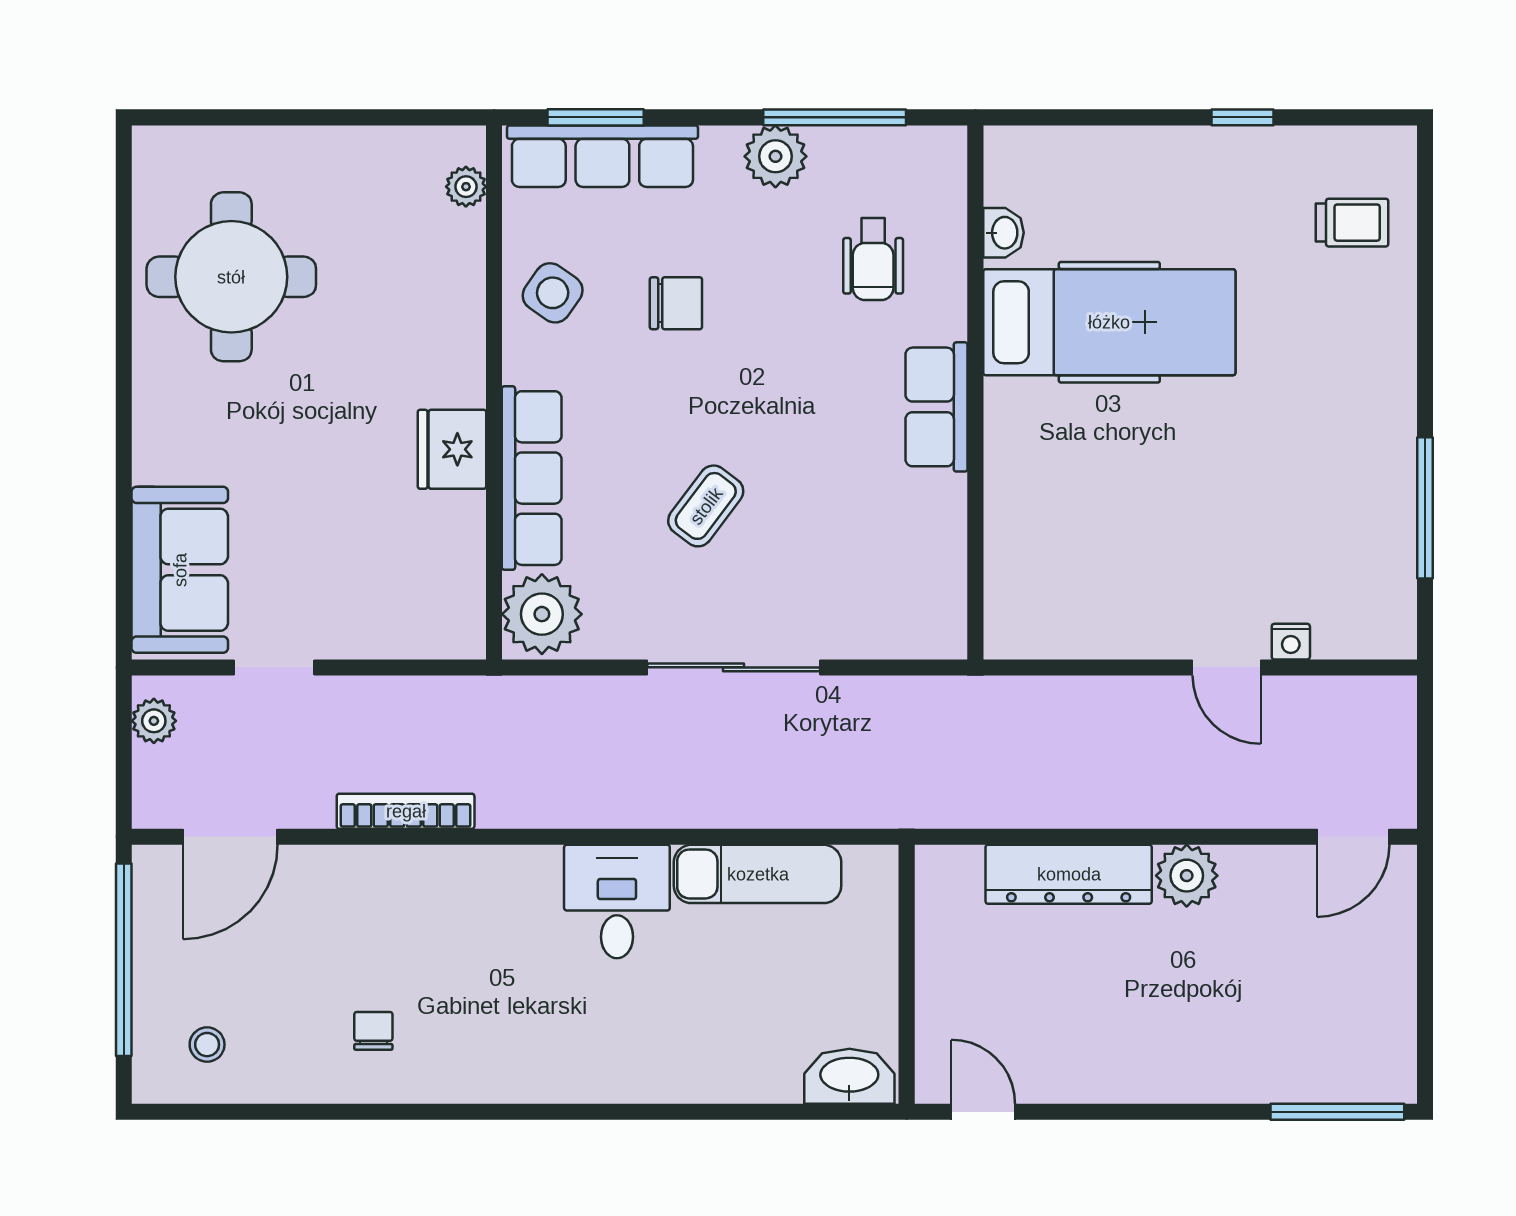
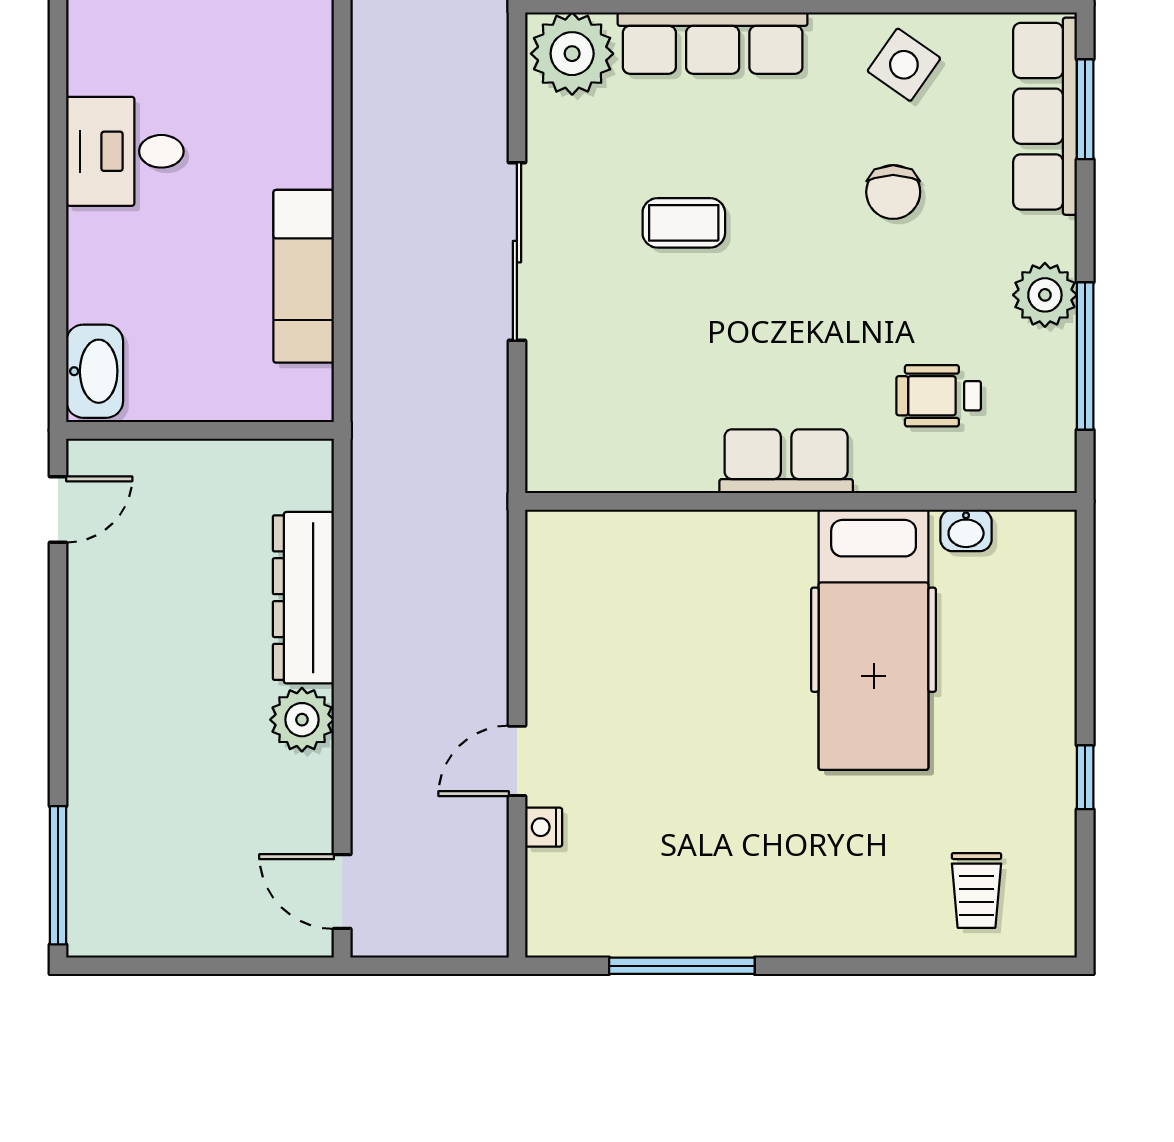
coffee table: (706, 506) -> (684, 223), turned -37
desk: (617, 902) -> (125, 151), moved, turned 180

